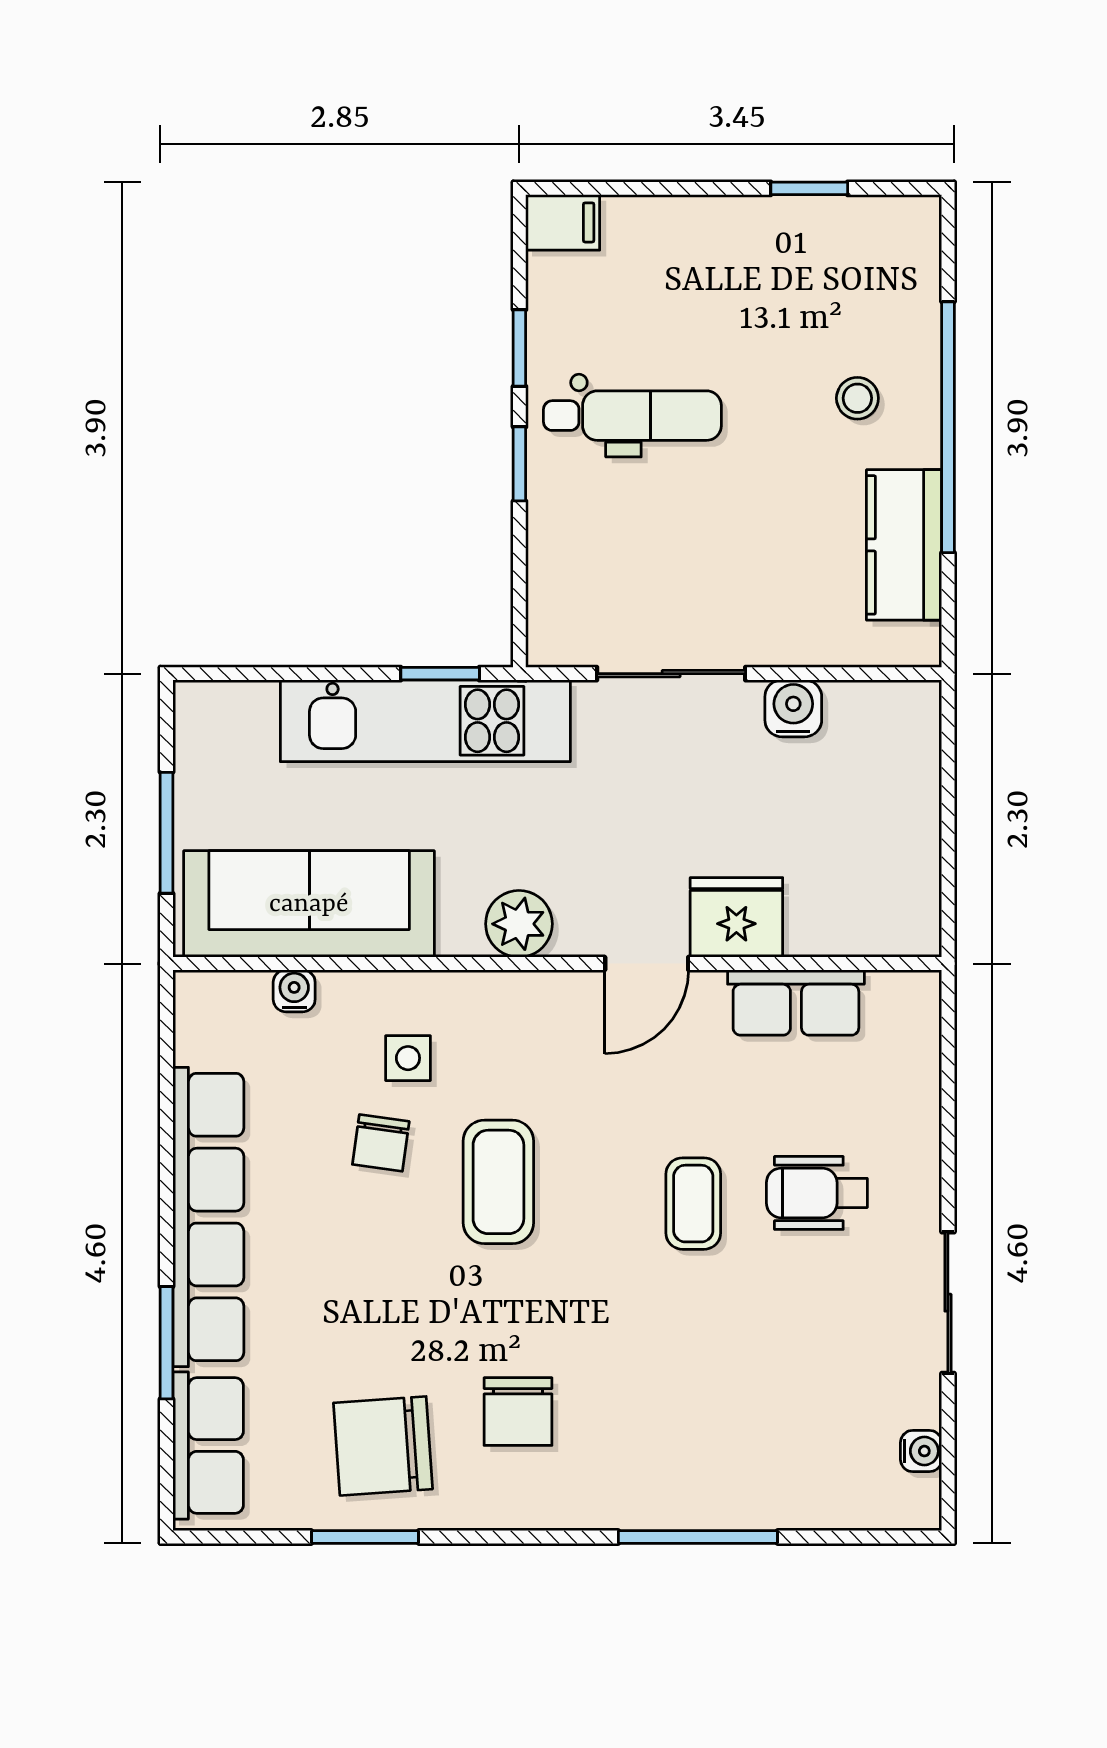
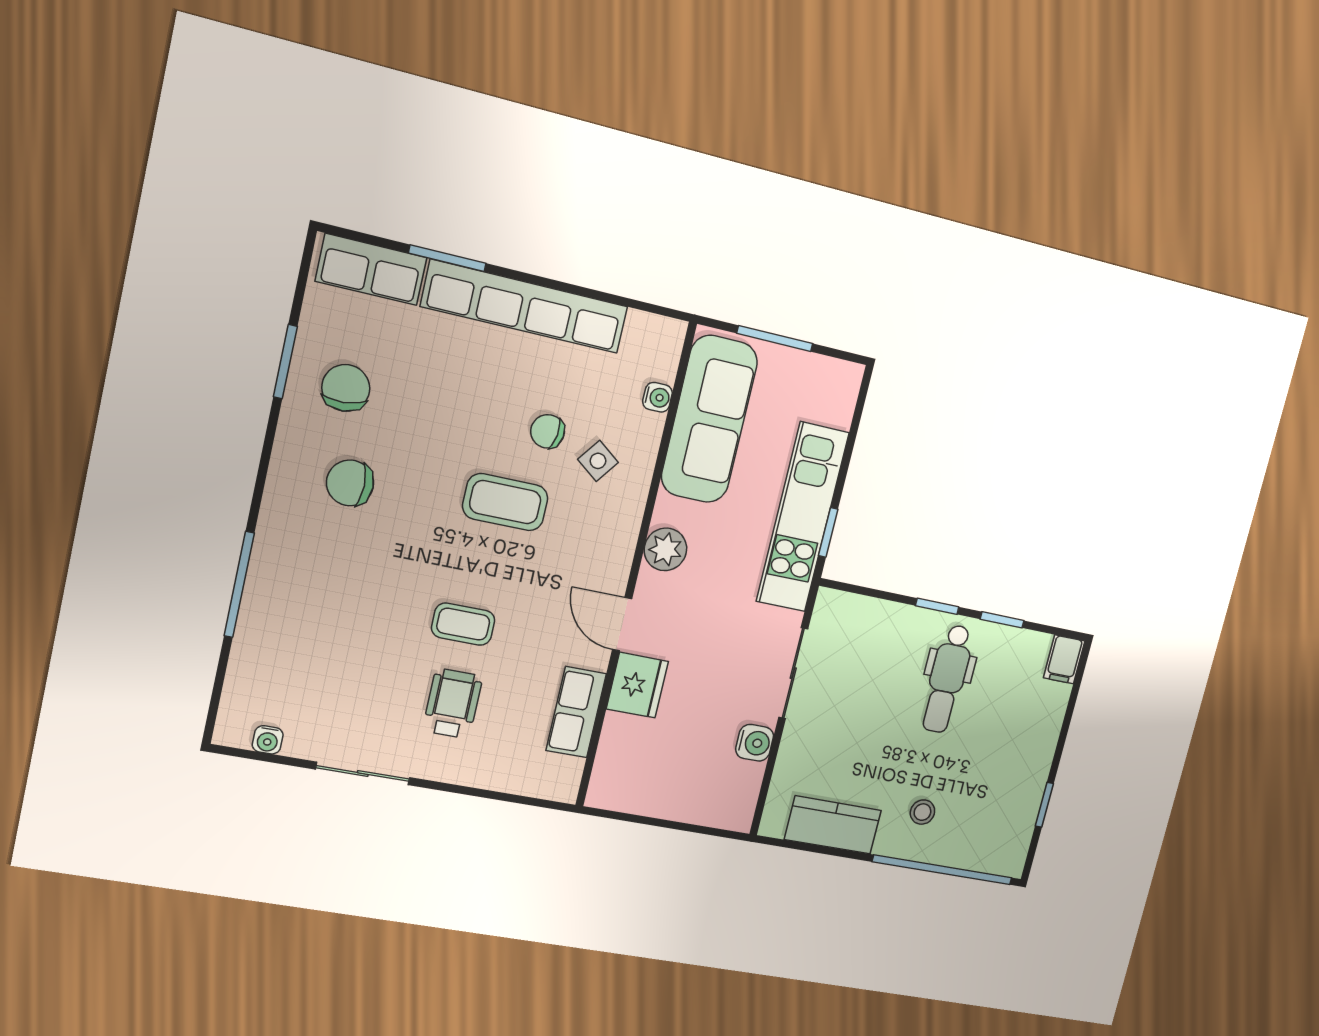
window: (948, 427) -> (943, 870), moved
side table: (408, 1058) -> (598, 461), turned 37
chair: (383, 1446) -> (346, 388), width x0.73, depth x0.73

